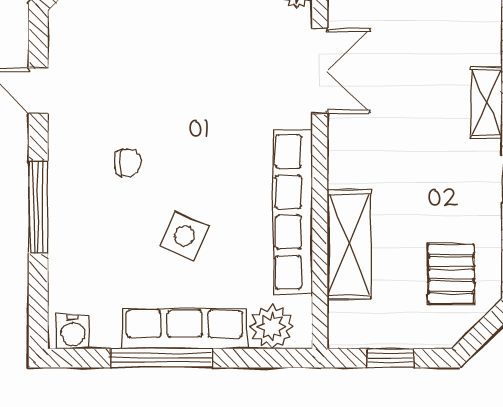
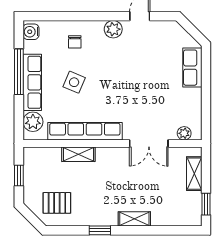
plant: (67, 149) -> (113, 29), added
chair: (128, 162) -> (75, 42), moved
window: (38, 207) -> (87, 16), removed
shelving: (349, 244) -> (78, 154), width x0.67, depth x0.75

